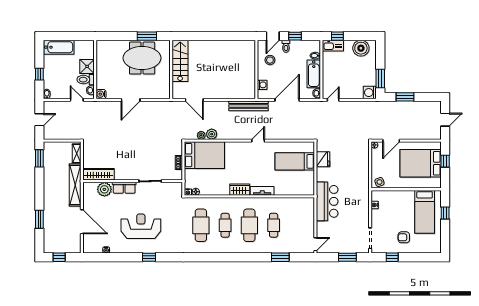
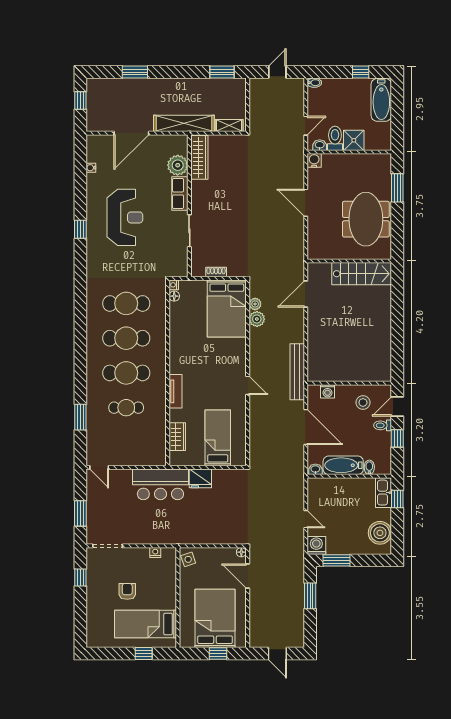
window: (147, 36) -> (397, 188), moved
door: (273, 36) -> (397, 406), hinge flipped
window: (39, 74) -> (361, 72), moved
door: (333, 100) -> (306, 519), moved
door: (39, 120) -> (277, 72), swing flipped
fridge: (323, 159) -> (200, 478), moved
wardrobe: (240, 190) -> (177, 437), moved
cafe table: (225, 225) -> (126, 338), width x1.37, depth x1.35
armchair: (404, 237) -> (127, 591), moved

